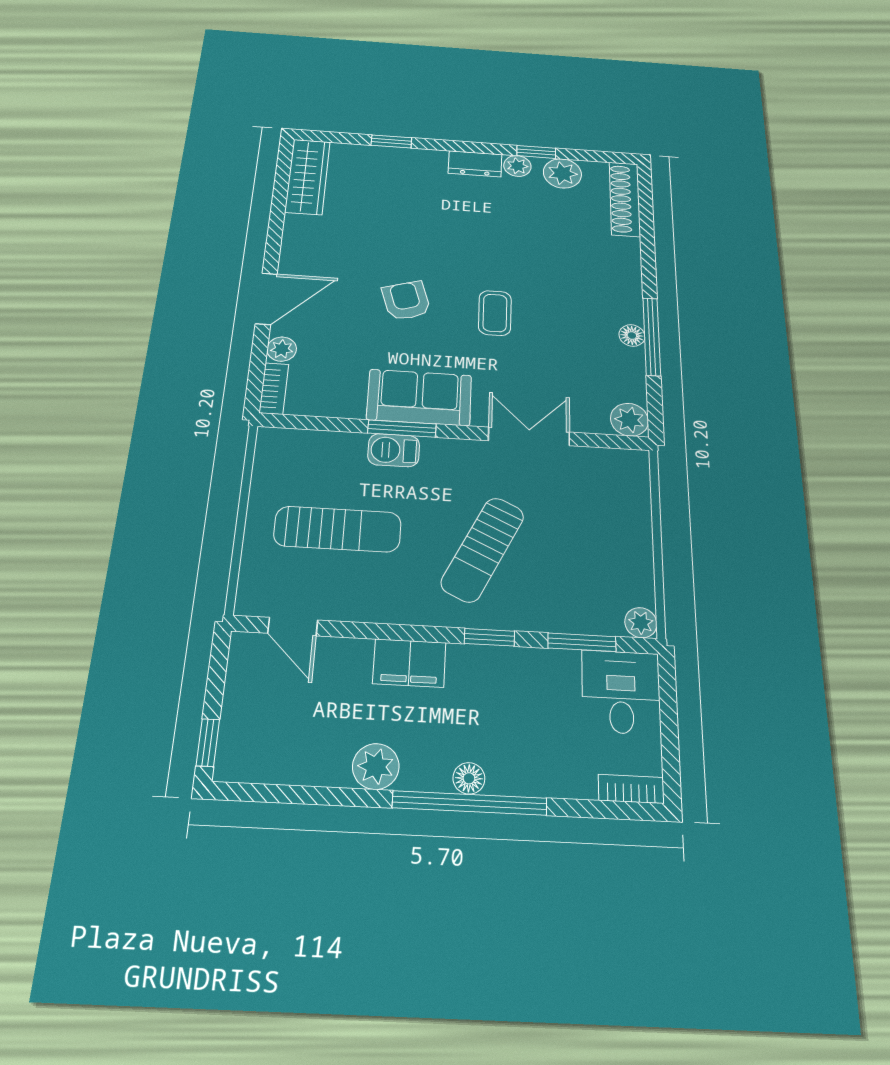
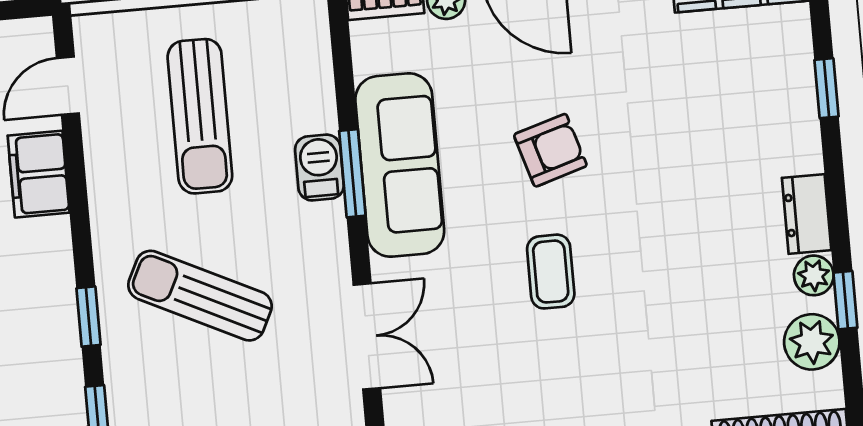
coffee table: (495, 313) -> (551, 272), turned 90
sofa: (419, 397) -> (400, 165), width x1.36
filing cabinet: (409, 663) -> (39, 174), moved

